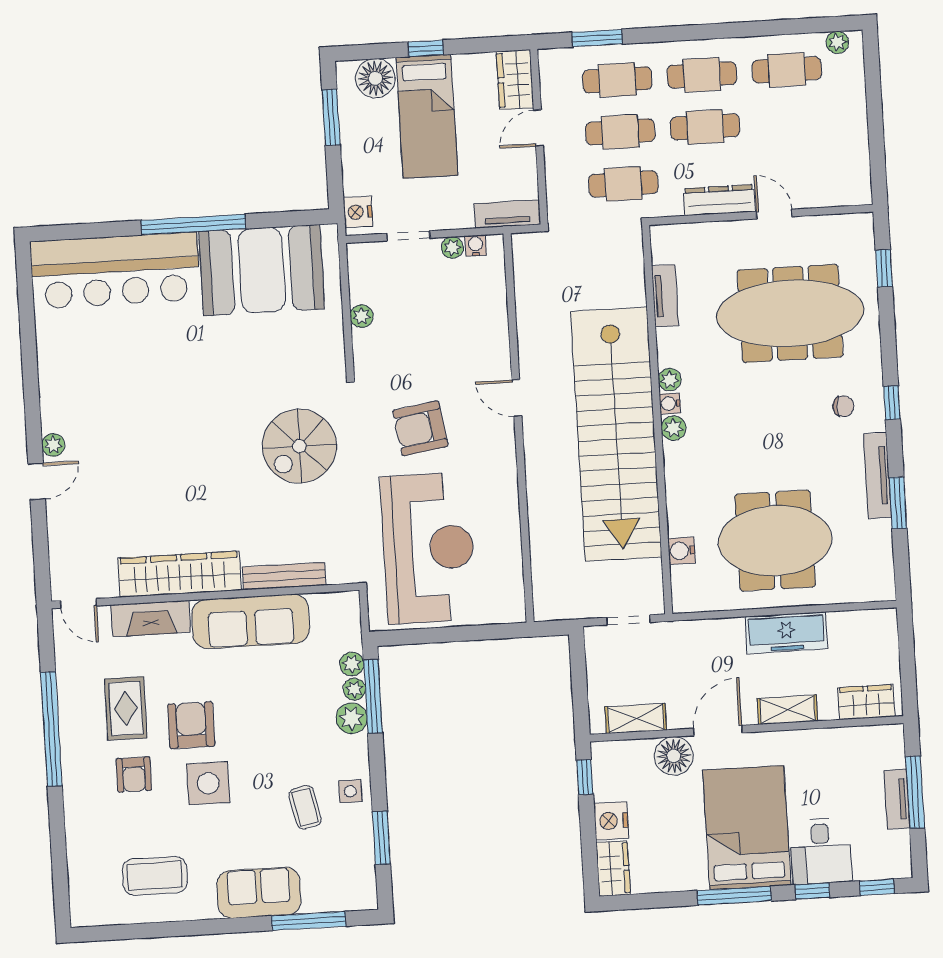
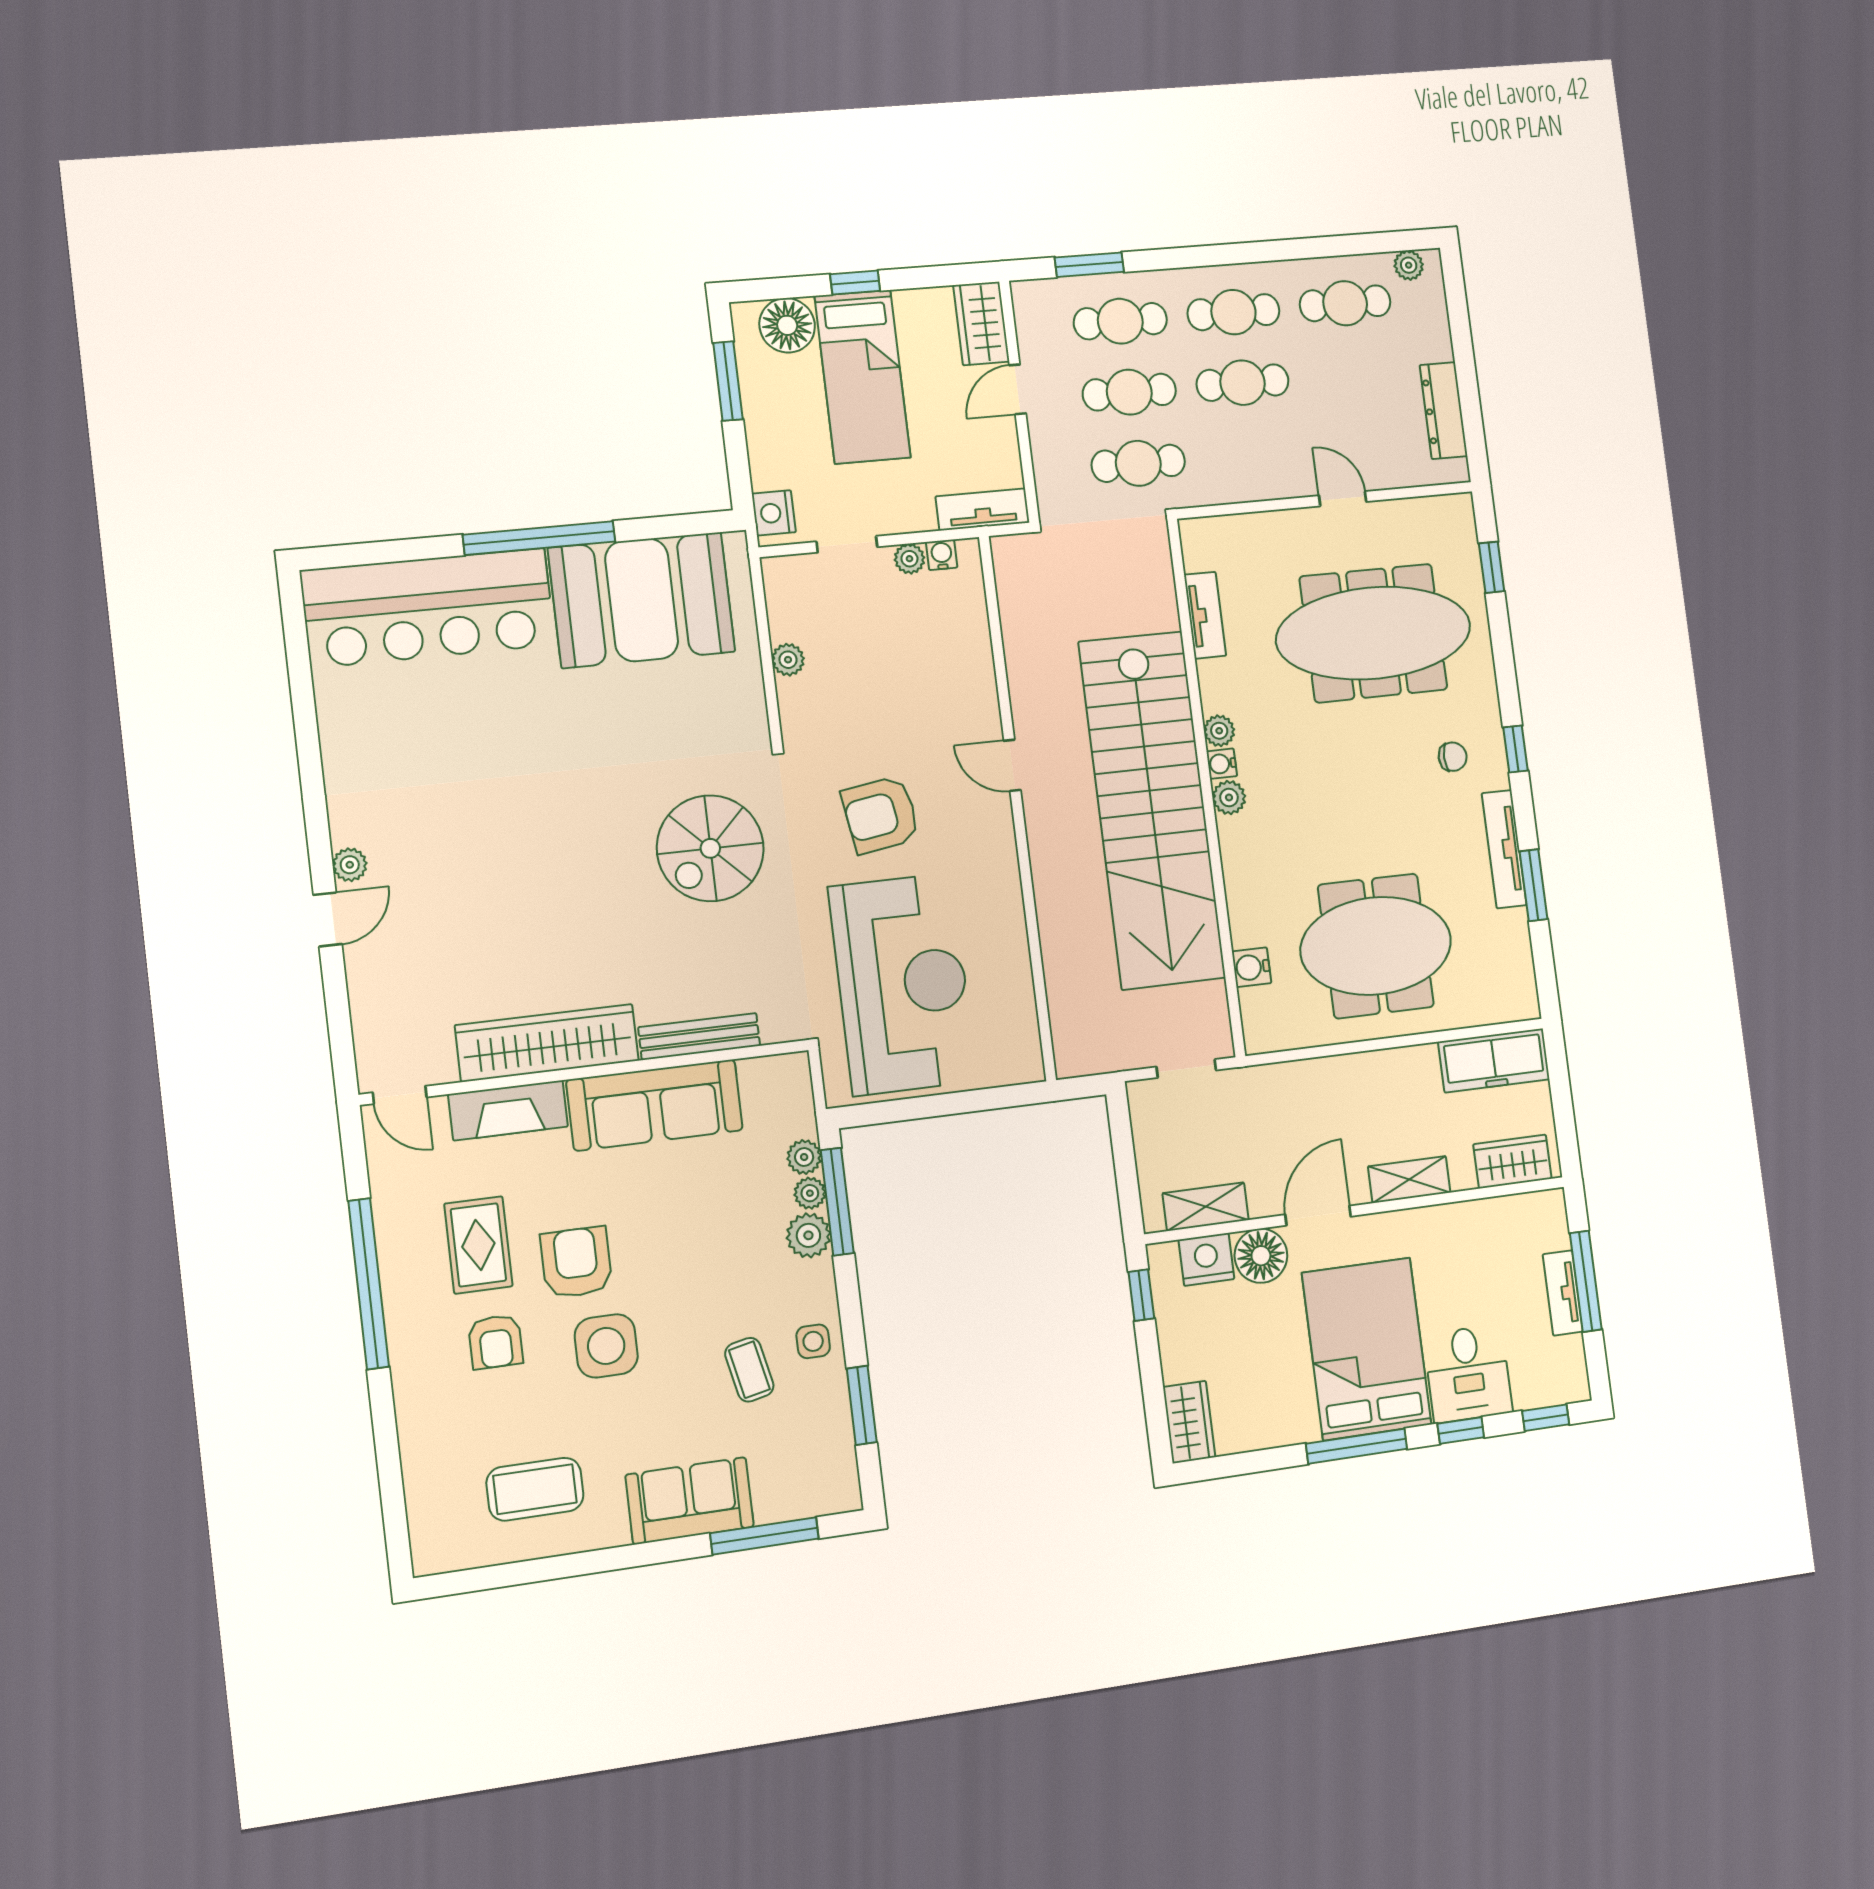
dresser: (719, 200) -> (1444, 411), moved, turned -90
freezer: (786, 633) -> (1494, 1060), moved
nightstand: (611, 821) -> (1206, 1259), moved, turned 90

